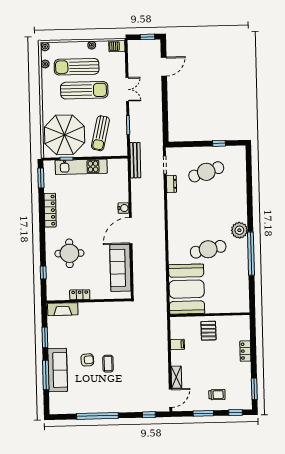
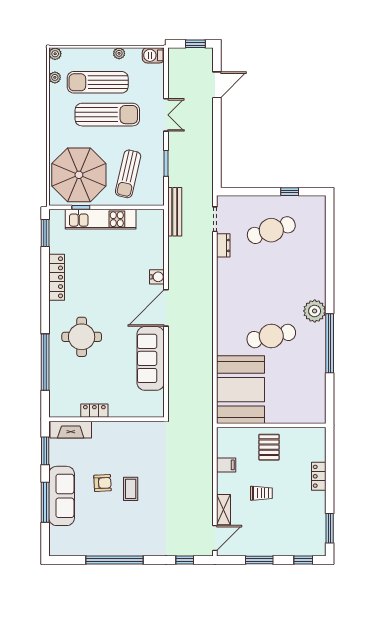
window: (43, 272) -> (45, 362), width x3.17
locker: (80, 295) -> (94, 411), moved
wall: (89, 301) -> (107, 419), moved
fireplace: (63, 309) -> (71, 430), moved
trolley: (217, 395) -> (261, 493), moved

